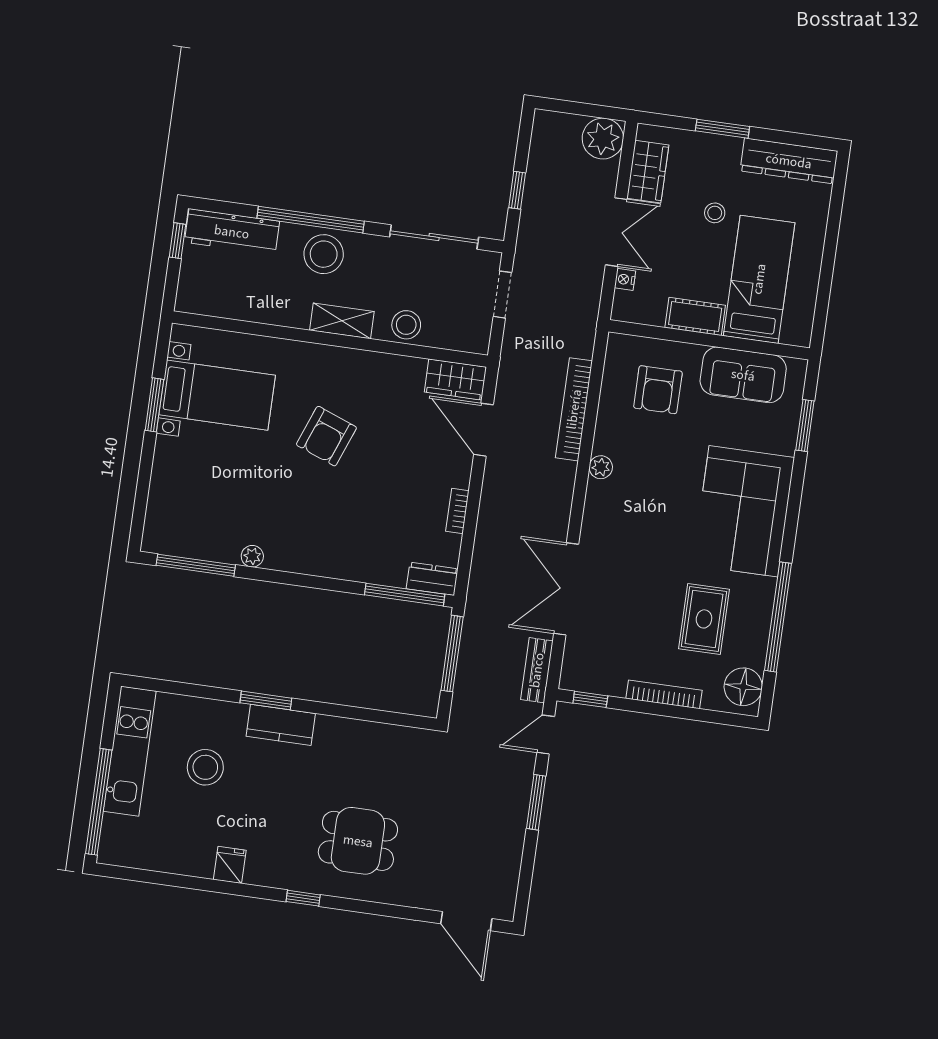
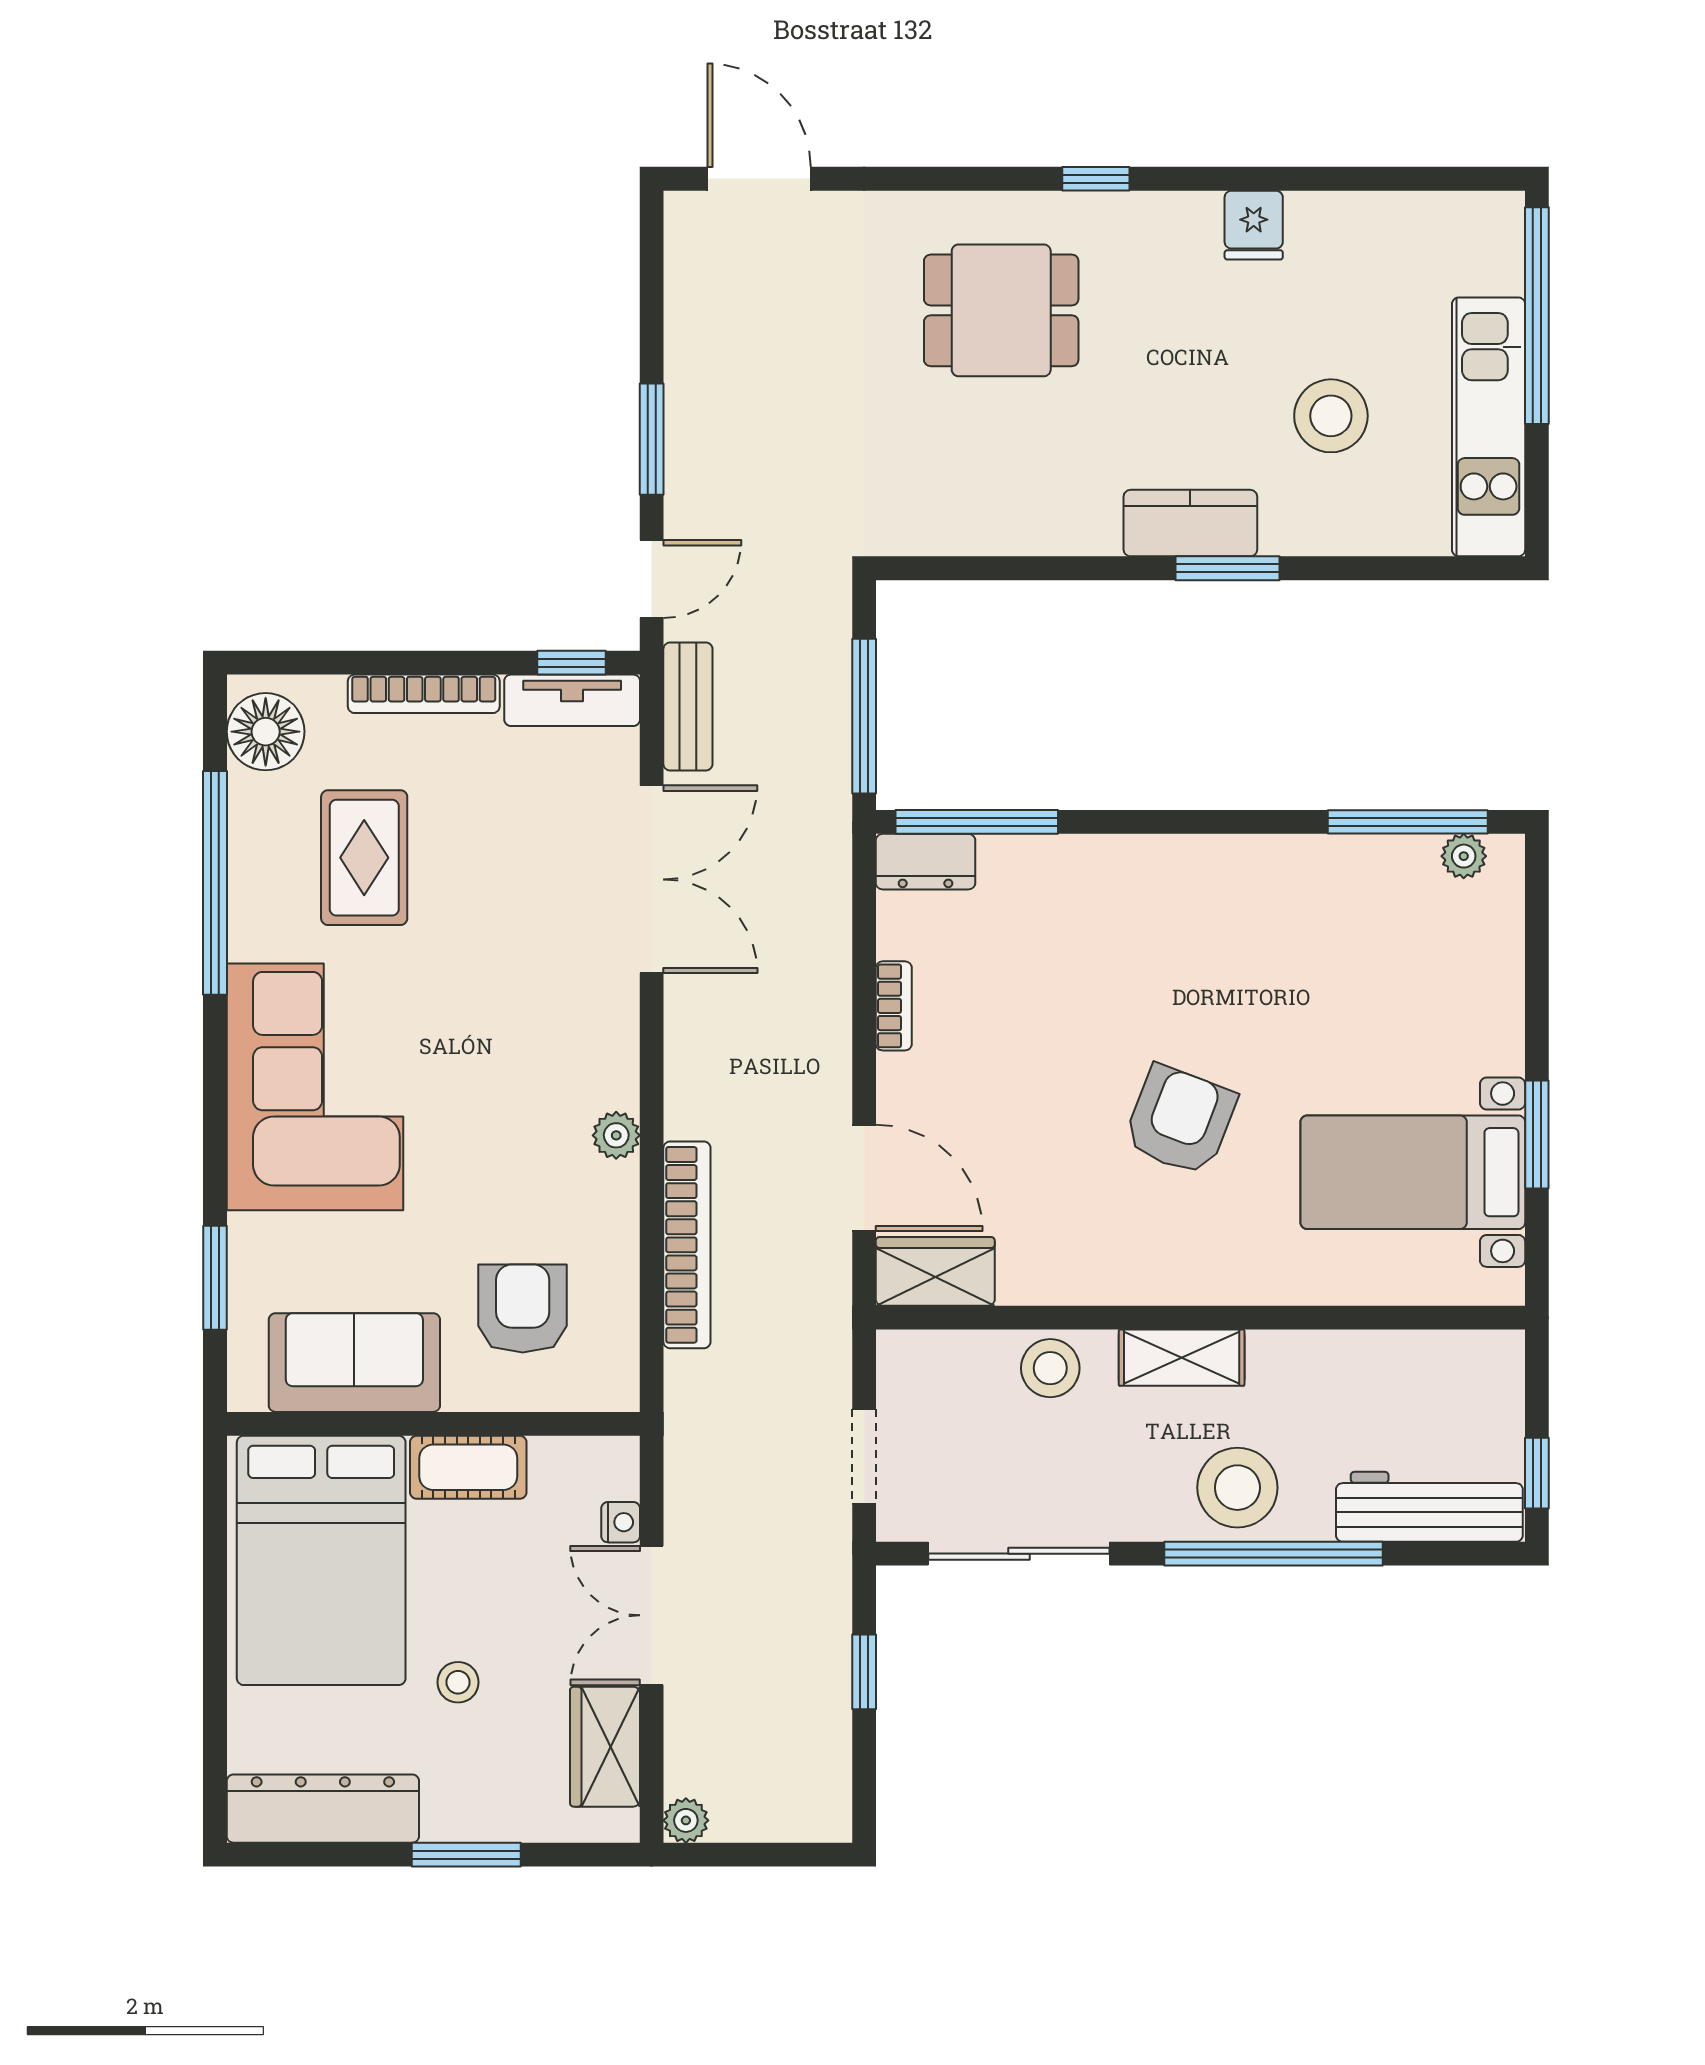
plant: (603, 139) -> (686, 1820), width x0.53, depth x0.53
bed: (759, 279) -> (321, 1560), width x1.50
plant: (252, 556) -> (1464, 856), moved
tv unit: (593, 681) -> (572, 700), added

